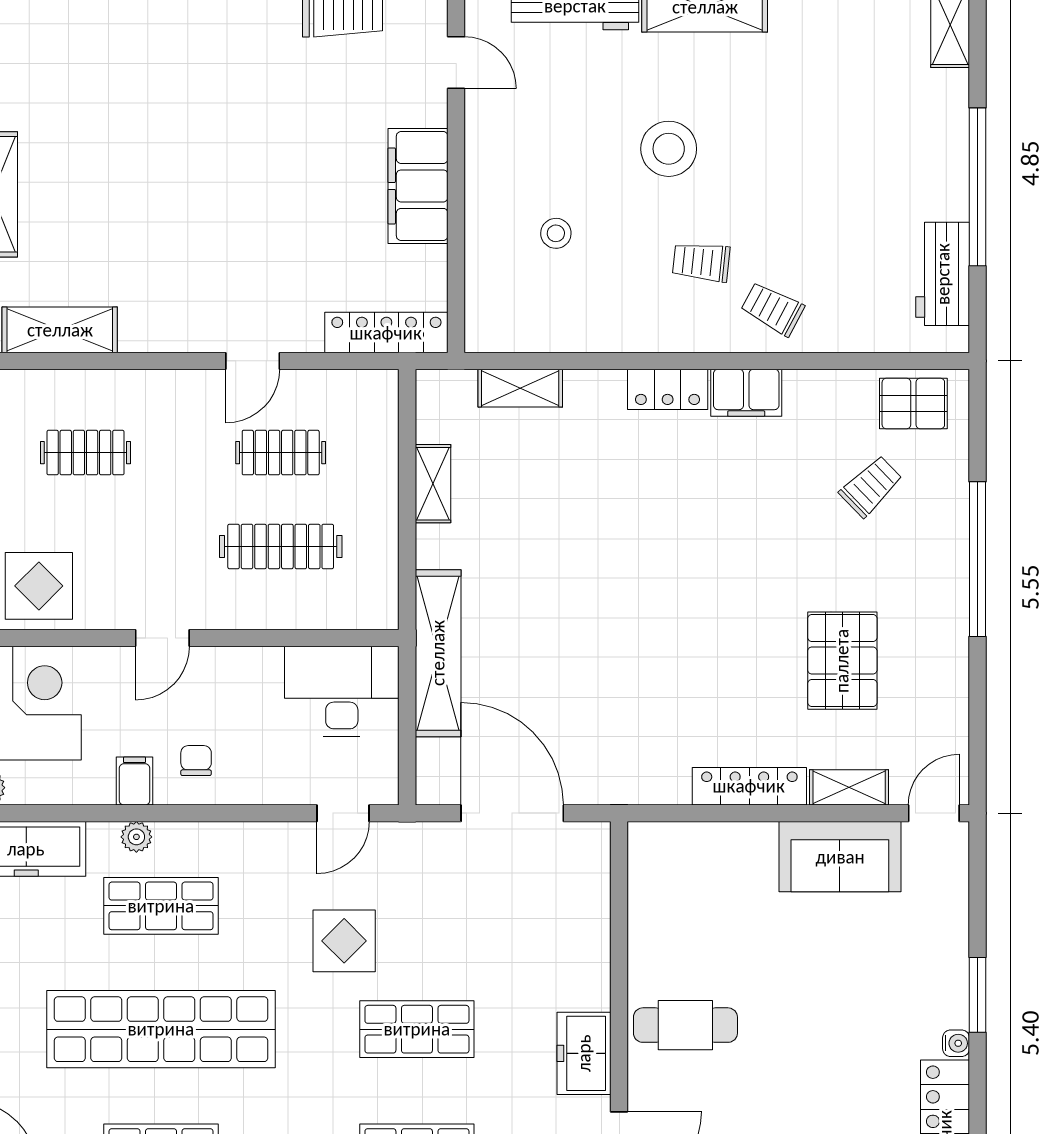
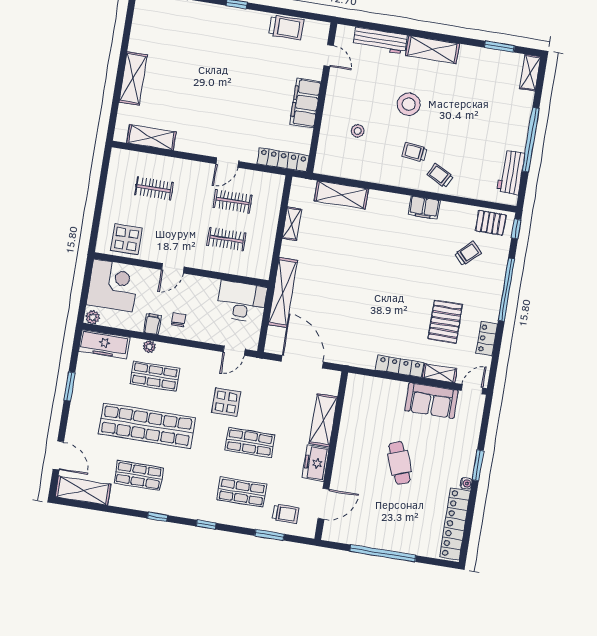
shelving: (520, 388) -> (341, 195), width x1.50, depth x1.33
locker: (668, 389) -> (487, 339), moved, turned 90
window: (978, 408) -> (516, 229), added
clothes rail: (281, 546) -> (226, 239), width x0.73
shelving: (586, 946) -> (323, 420), added
cafe table: (685, 1025) -> (399, 463), moved, turned 69

